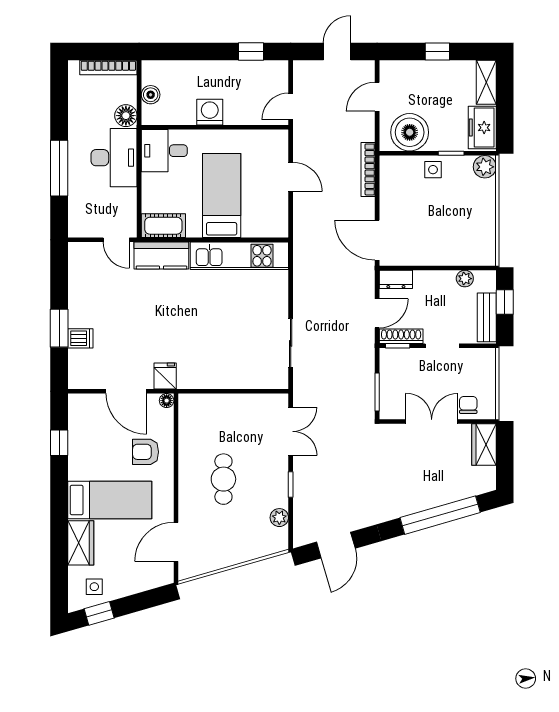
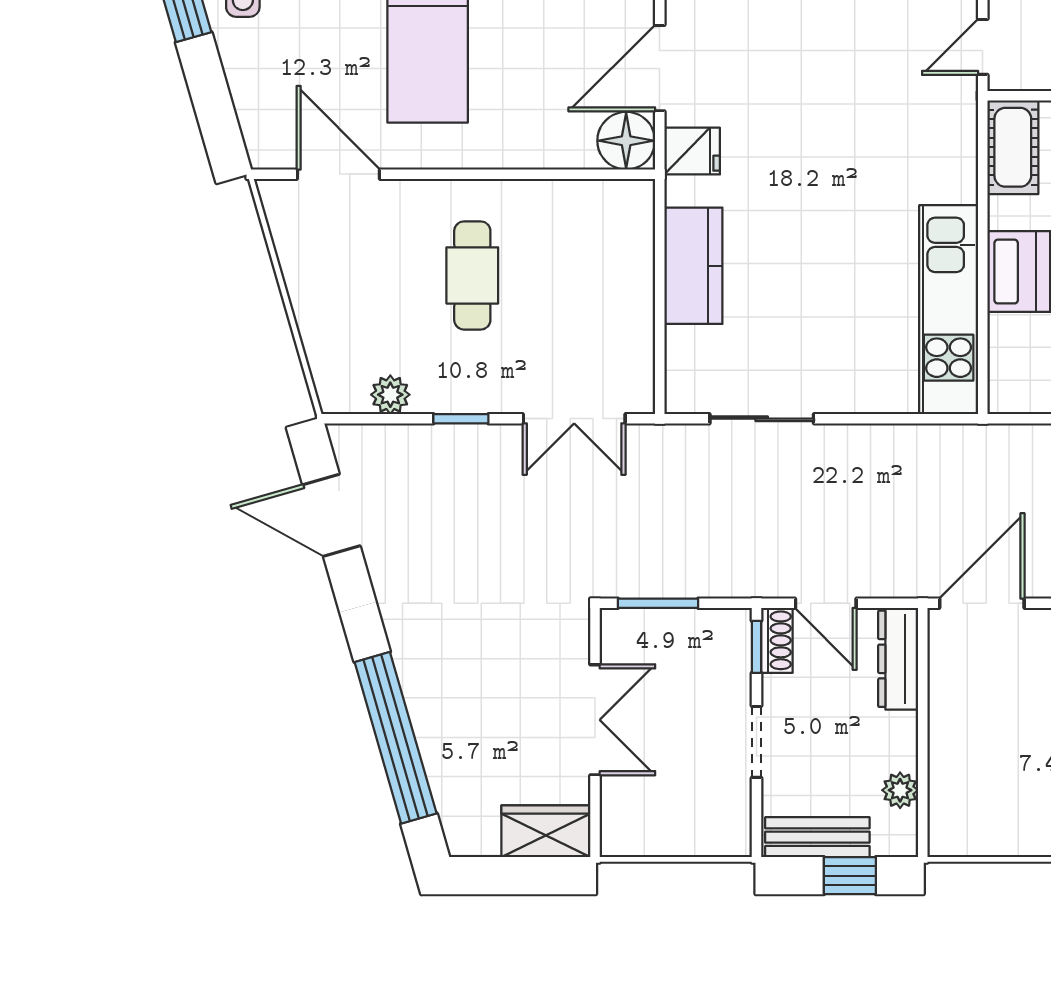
kitchen counter: (161, 256) -> (693, 266), moved, turned 180
dresser: (396, 279) -> (898, 659), width x1.44
shoe rack: (401, 336) -> (777, 640), width x0.70
floor lamp: (167, 401) -> (626, 141), width x1.89, depth x1.89
chair: (468, 405) -> (630, 798), removed
armchair: (146, 452) -> (530, 109), removed
cafe table: (223, 479) -> (472, 275), turned 90

